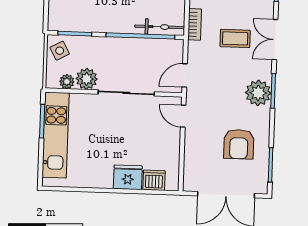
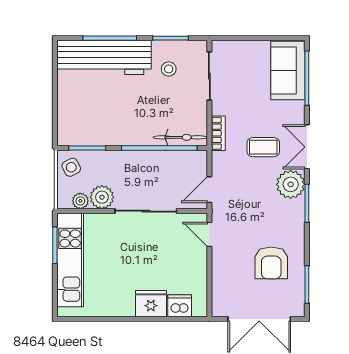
plant: (258, 93) -> (291, 184), moved

